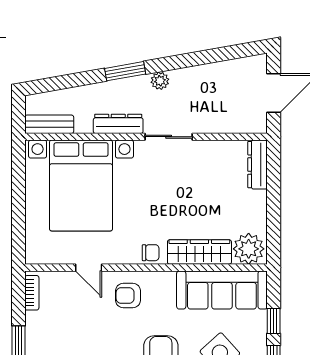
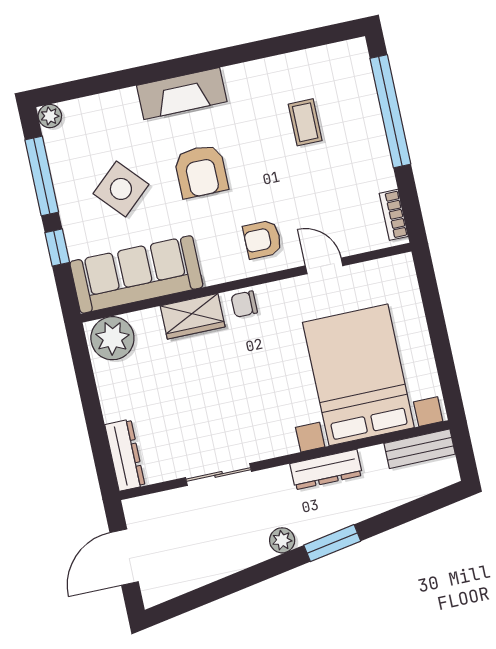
sliding door: (169, 137) -> (219, 474), moved
wardrobe: (199, 252) -> (193, 316), width x0.67
armchair: (128, 296) -> (262, 239), turned 180

